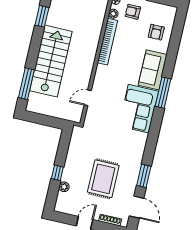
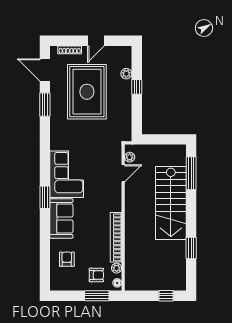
window: (163, 93) -> (45, 197), width x0.69
plant: (78, 111) -> (130, 157), added
rug: (103, 179) -> (87, 92), width x1.37, depth x1.44

